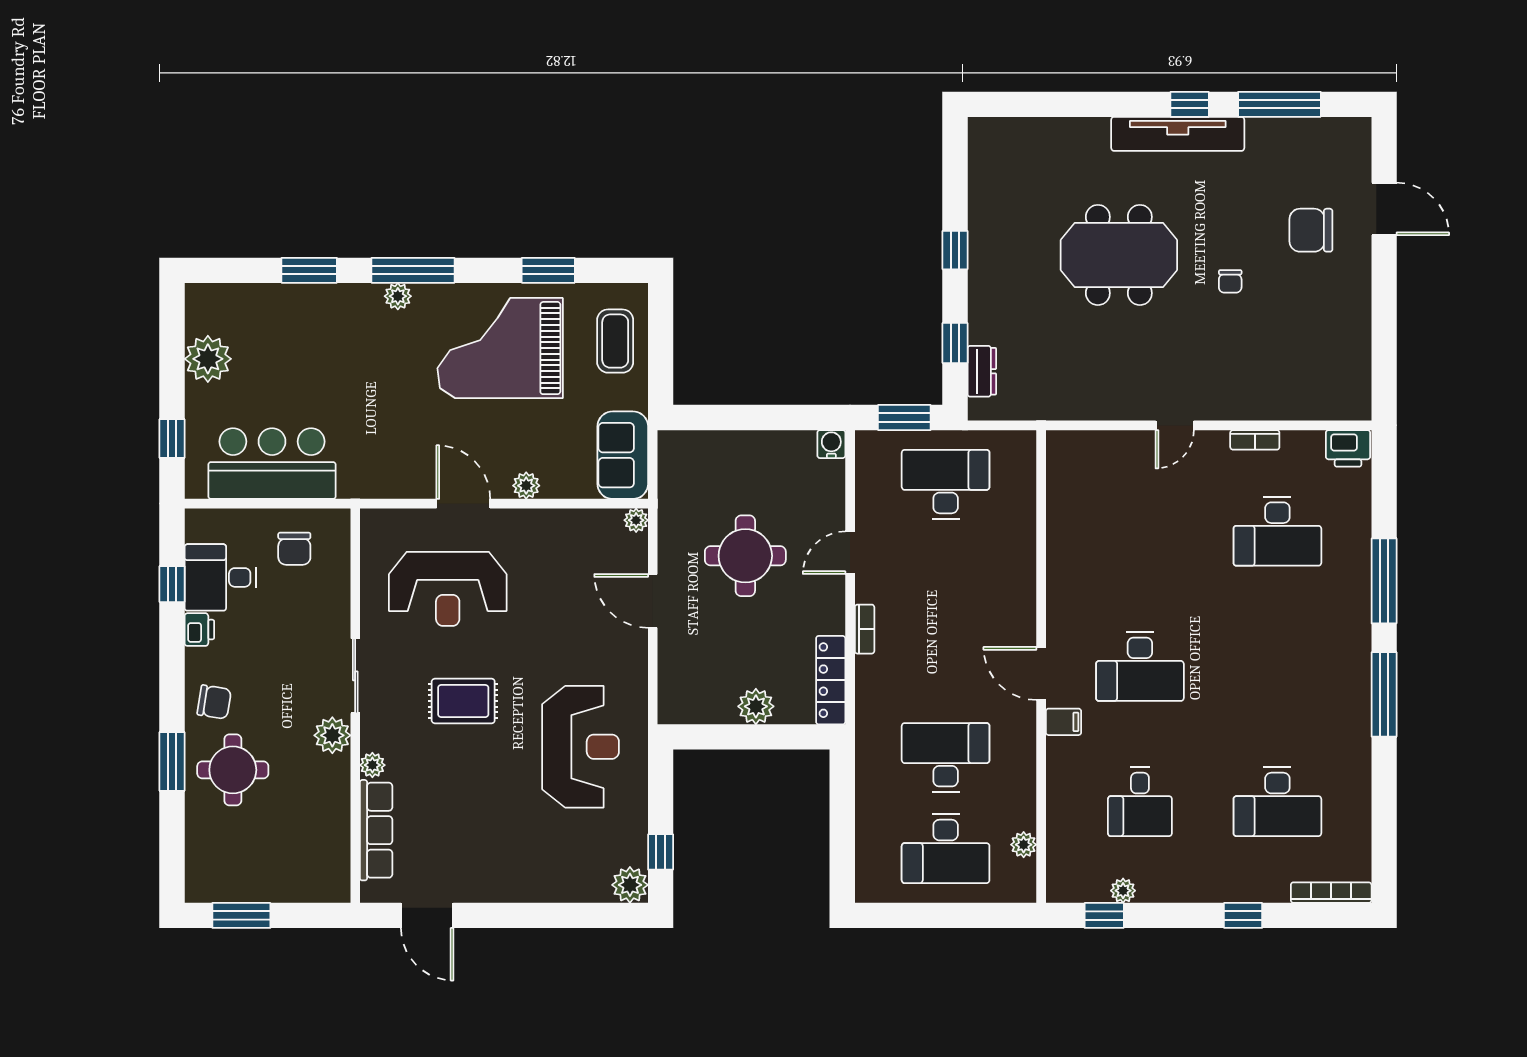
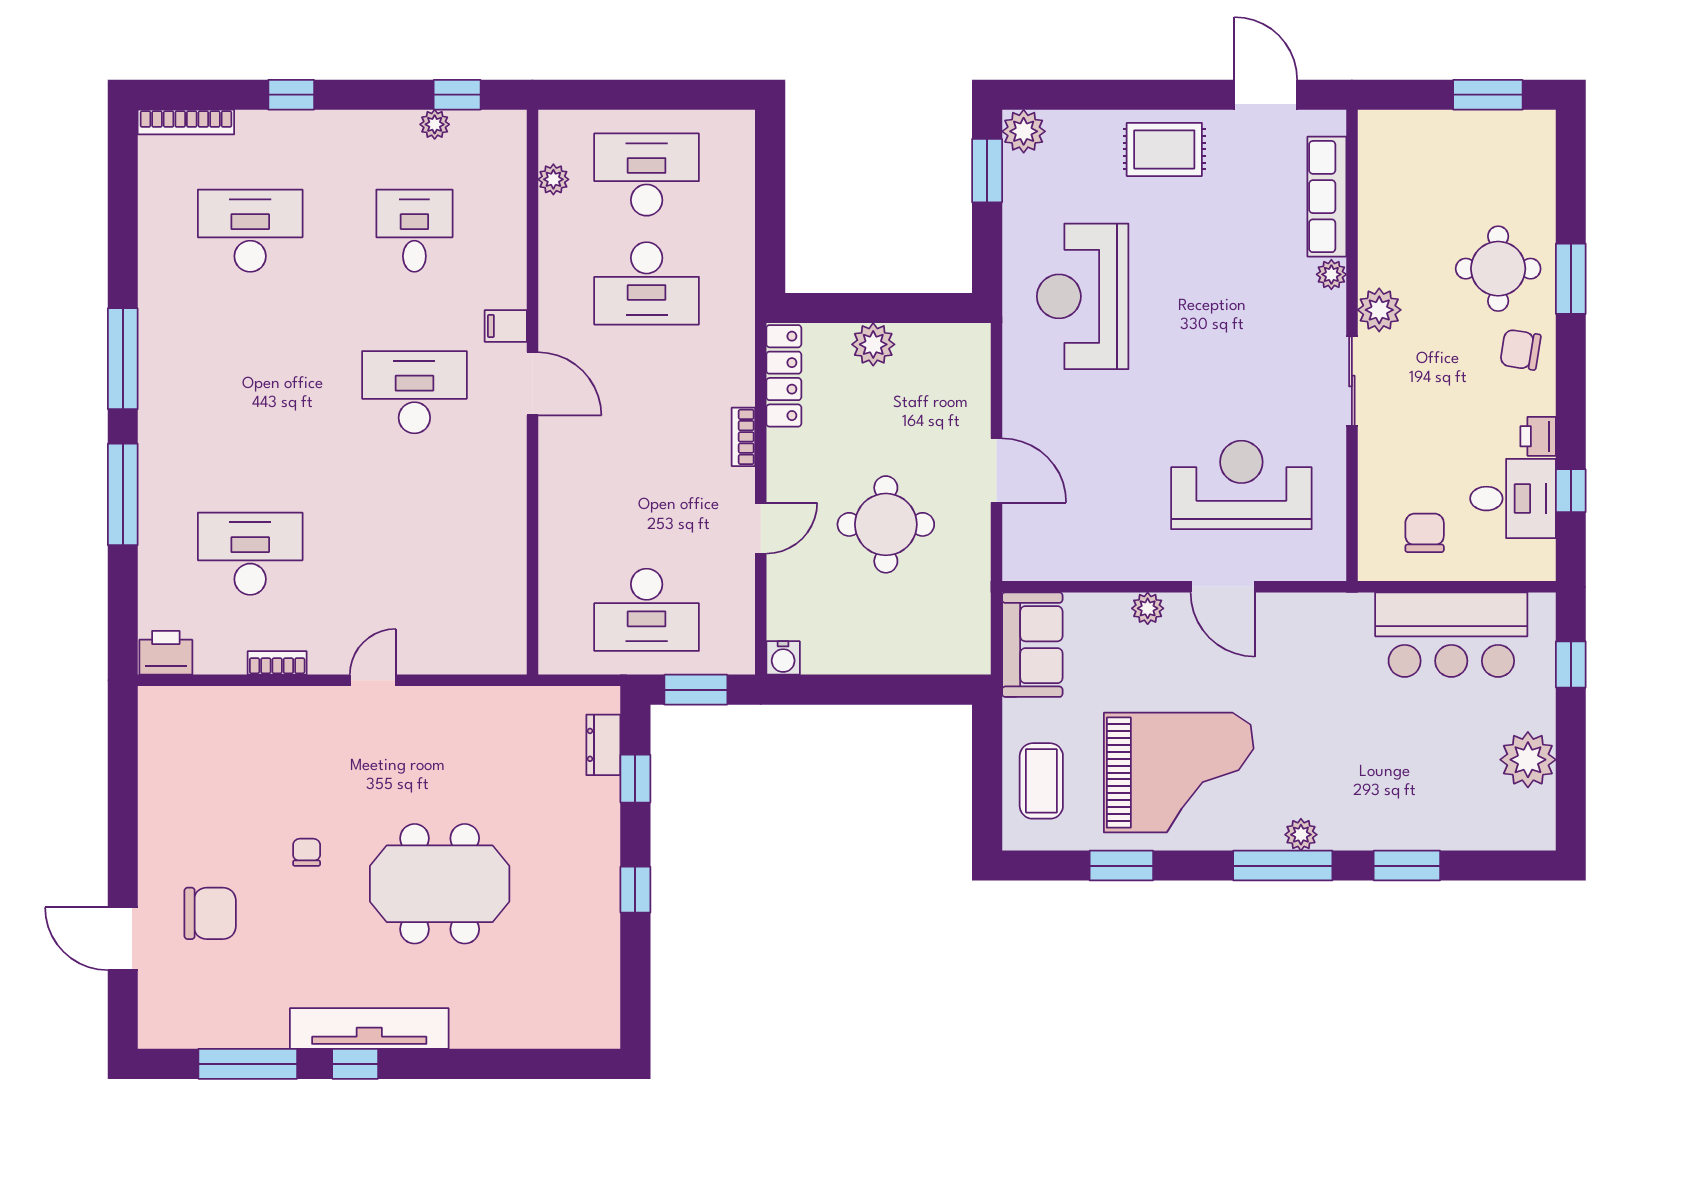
plant: (636, 520) -> (1016, 567), removed
rug: (463, 701) -> (1164, 149), moved
window: (661, 852) -> (987, 171), width x1.50

